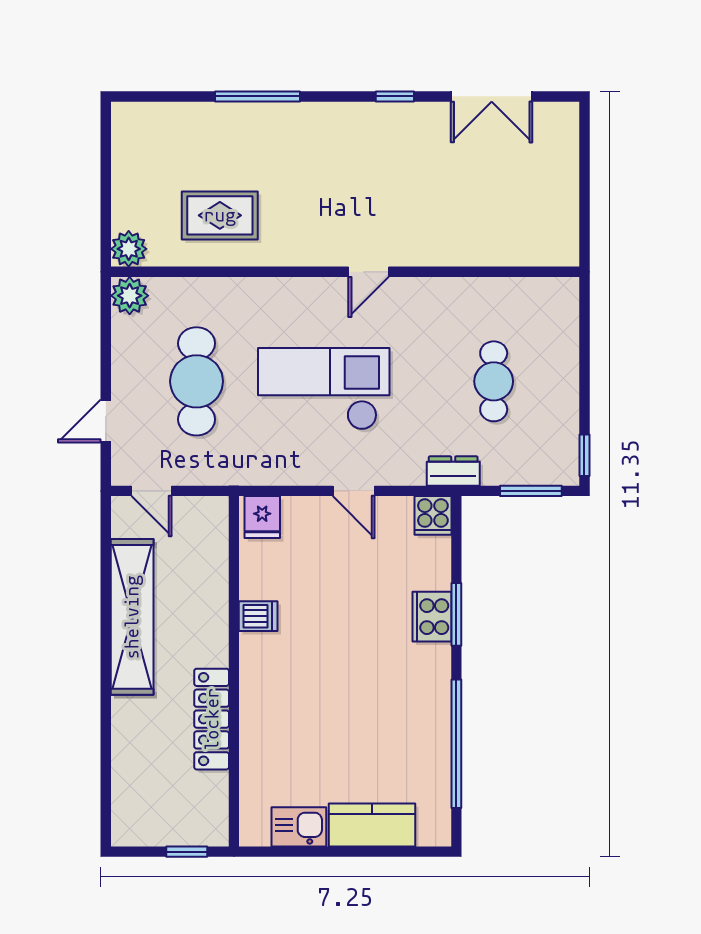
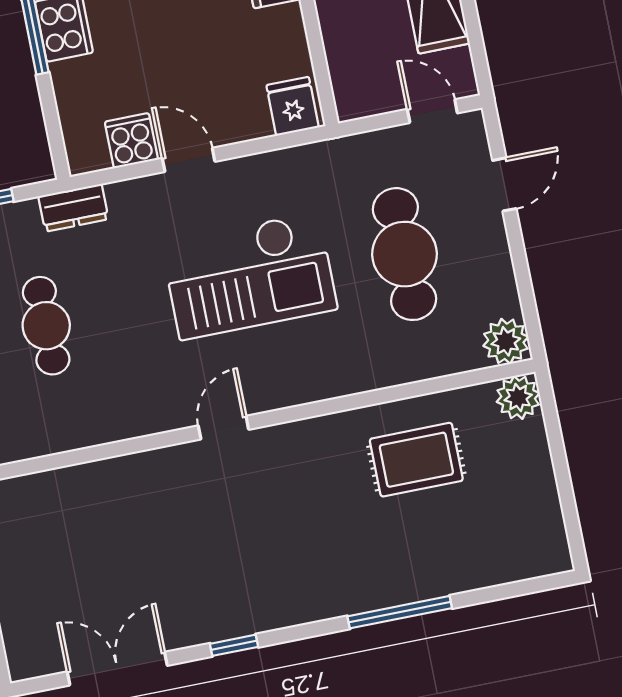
cooker: (433, 515) -> (131, 141), moved

